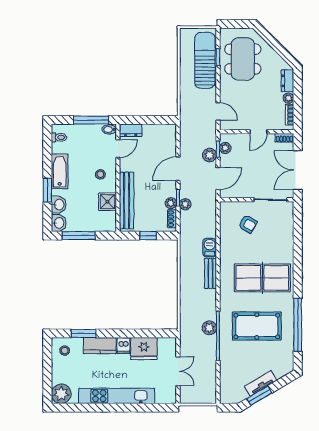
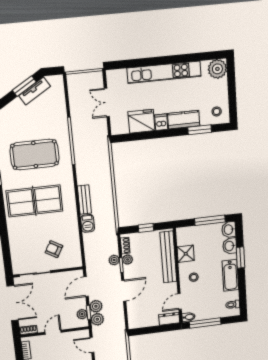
plant: (209, 328) -> (97, 319), moved
tv unit: (261, 383) -> (35, 91), moved

